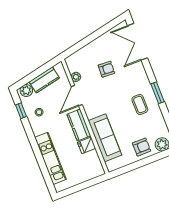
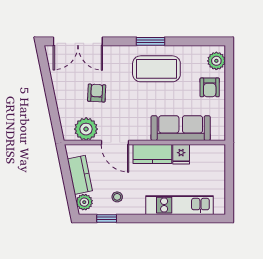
plant: (76, 77) -> (86, 129), width x1.88, depth x1.88
coffee table: (140, 104) -> (156, 69), width x1.86, depth x1.72
armchair: (142, 147) -> (210, 87), turned 180

